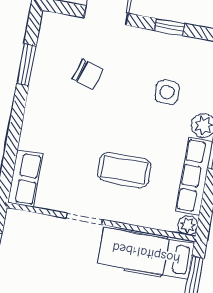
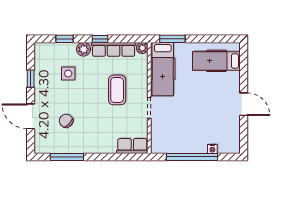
window: (26, 65) -> (67, 157), width x1.44
chair: (88, 74) -> (66, 121), turned -63

